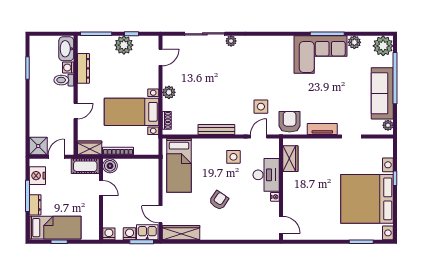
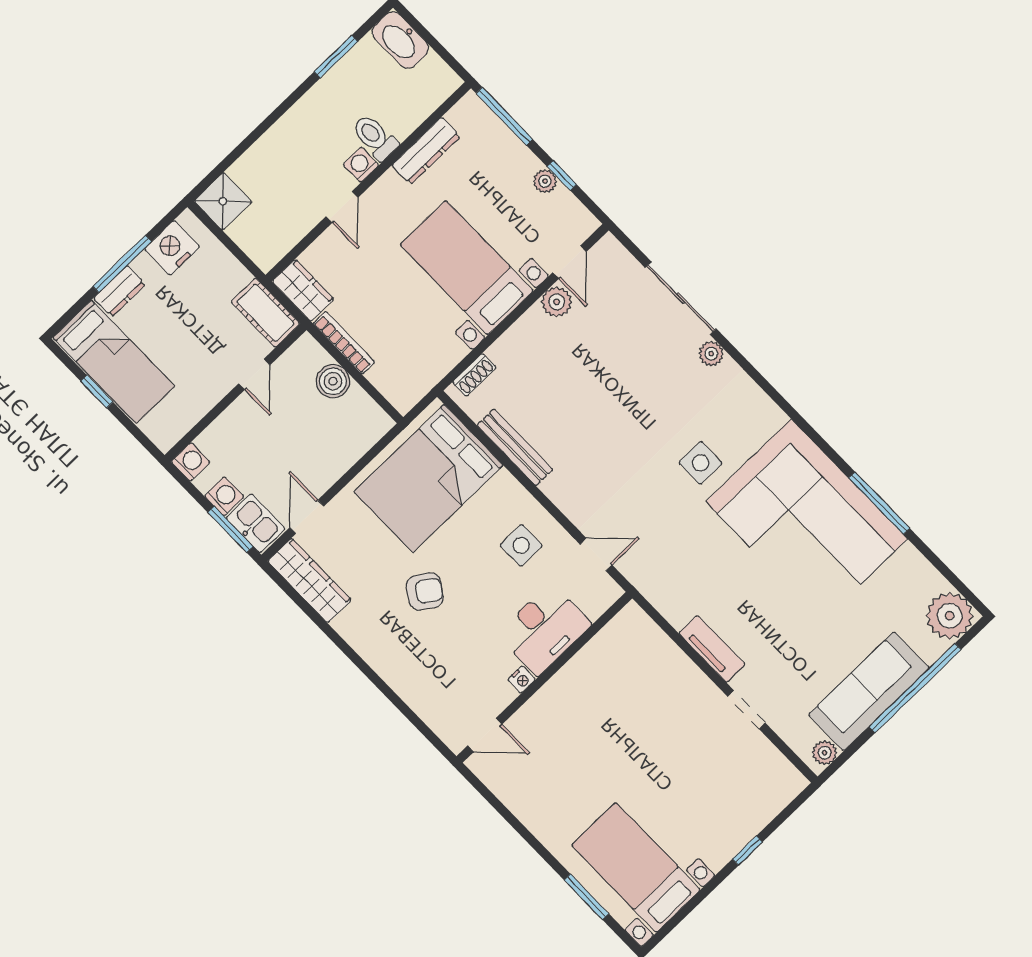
plant: (354, 42) -> (909, 562), removed
plant: (124, 45) -> (545, 181), width x0.53, depth x0.53
washbasin: (66, 49) -> (400, 40), moved, turned -90
corner sofa: (320, 55) -> (807, 520), width x1.36, depth x1.36
door: (161, 57) -> (569, 262), hinge flipped
washing machine: (68, 68) -> (361, 165), moved
plant: (169, 92) -> (557, 302), moved
side table: (261, 107) -> (701, 463), moved
door: (76, 111) -> (342, 207), hinge flipped
bed with nightstands: (132, 112) -> (467, 268), moved
armchair: (290, 122) -> (671, 582), removed
bench: (216, 130) -> (515, 447), moved
door: (56, 157) -> (234, 249), removed
wardrobe: (290, 159) -> (611, 644), removed
bed: (179, 165) -> (428, 478), width x1.50
boiler: (110, 166) -> (333, 381), moved
bed with nightstands: (367, 199) -> (636, 867), width x0.54
door: (281, 225) -> (485, 735), hinge flipped

